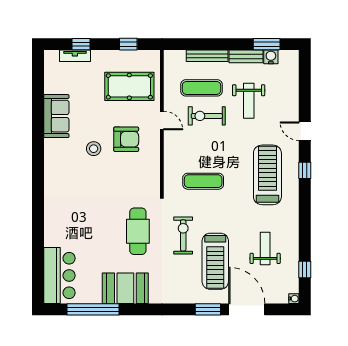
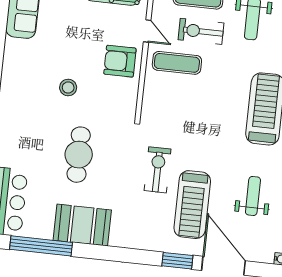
armchair: (126, 139) -> (120, 61), moved, turned 180
stool: (94, 149) -> (68, 88), moved
exercise mat: (203, 181) -> (177, 63), moved
cafe table: (138, 231) -> (79, 155), moved

